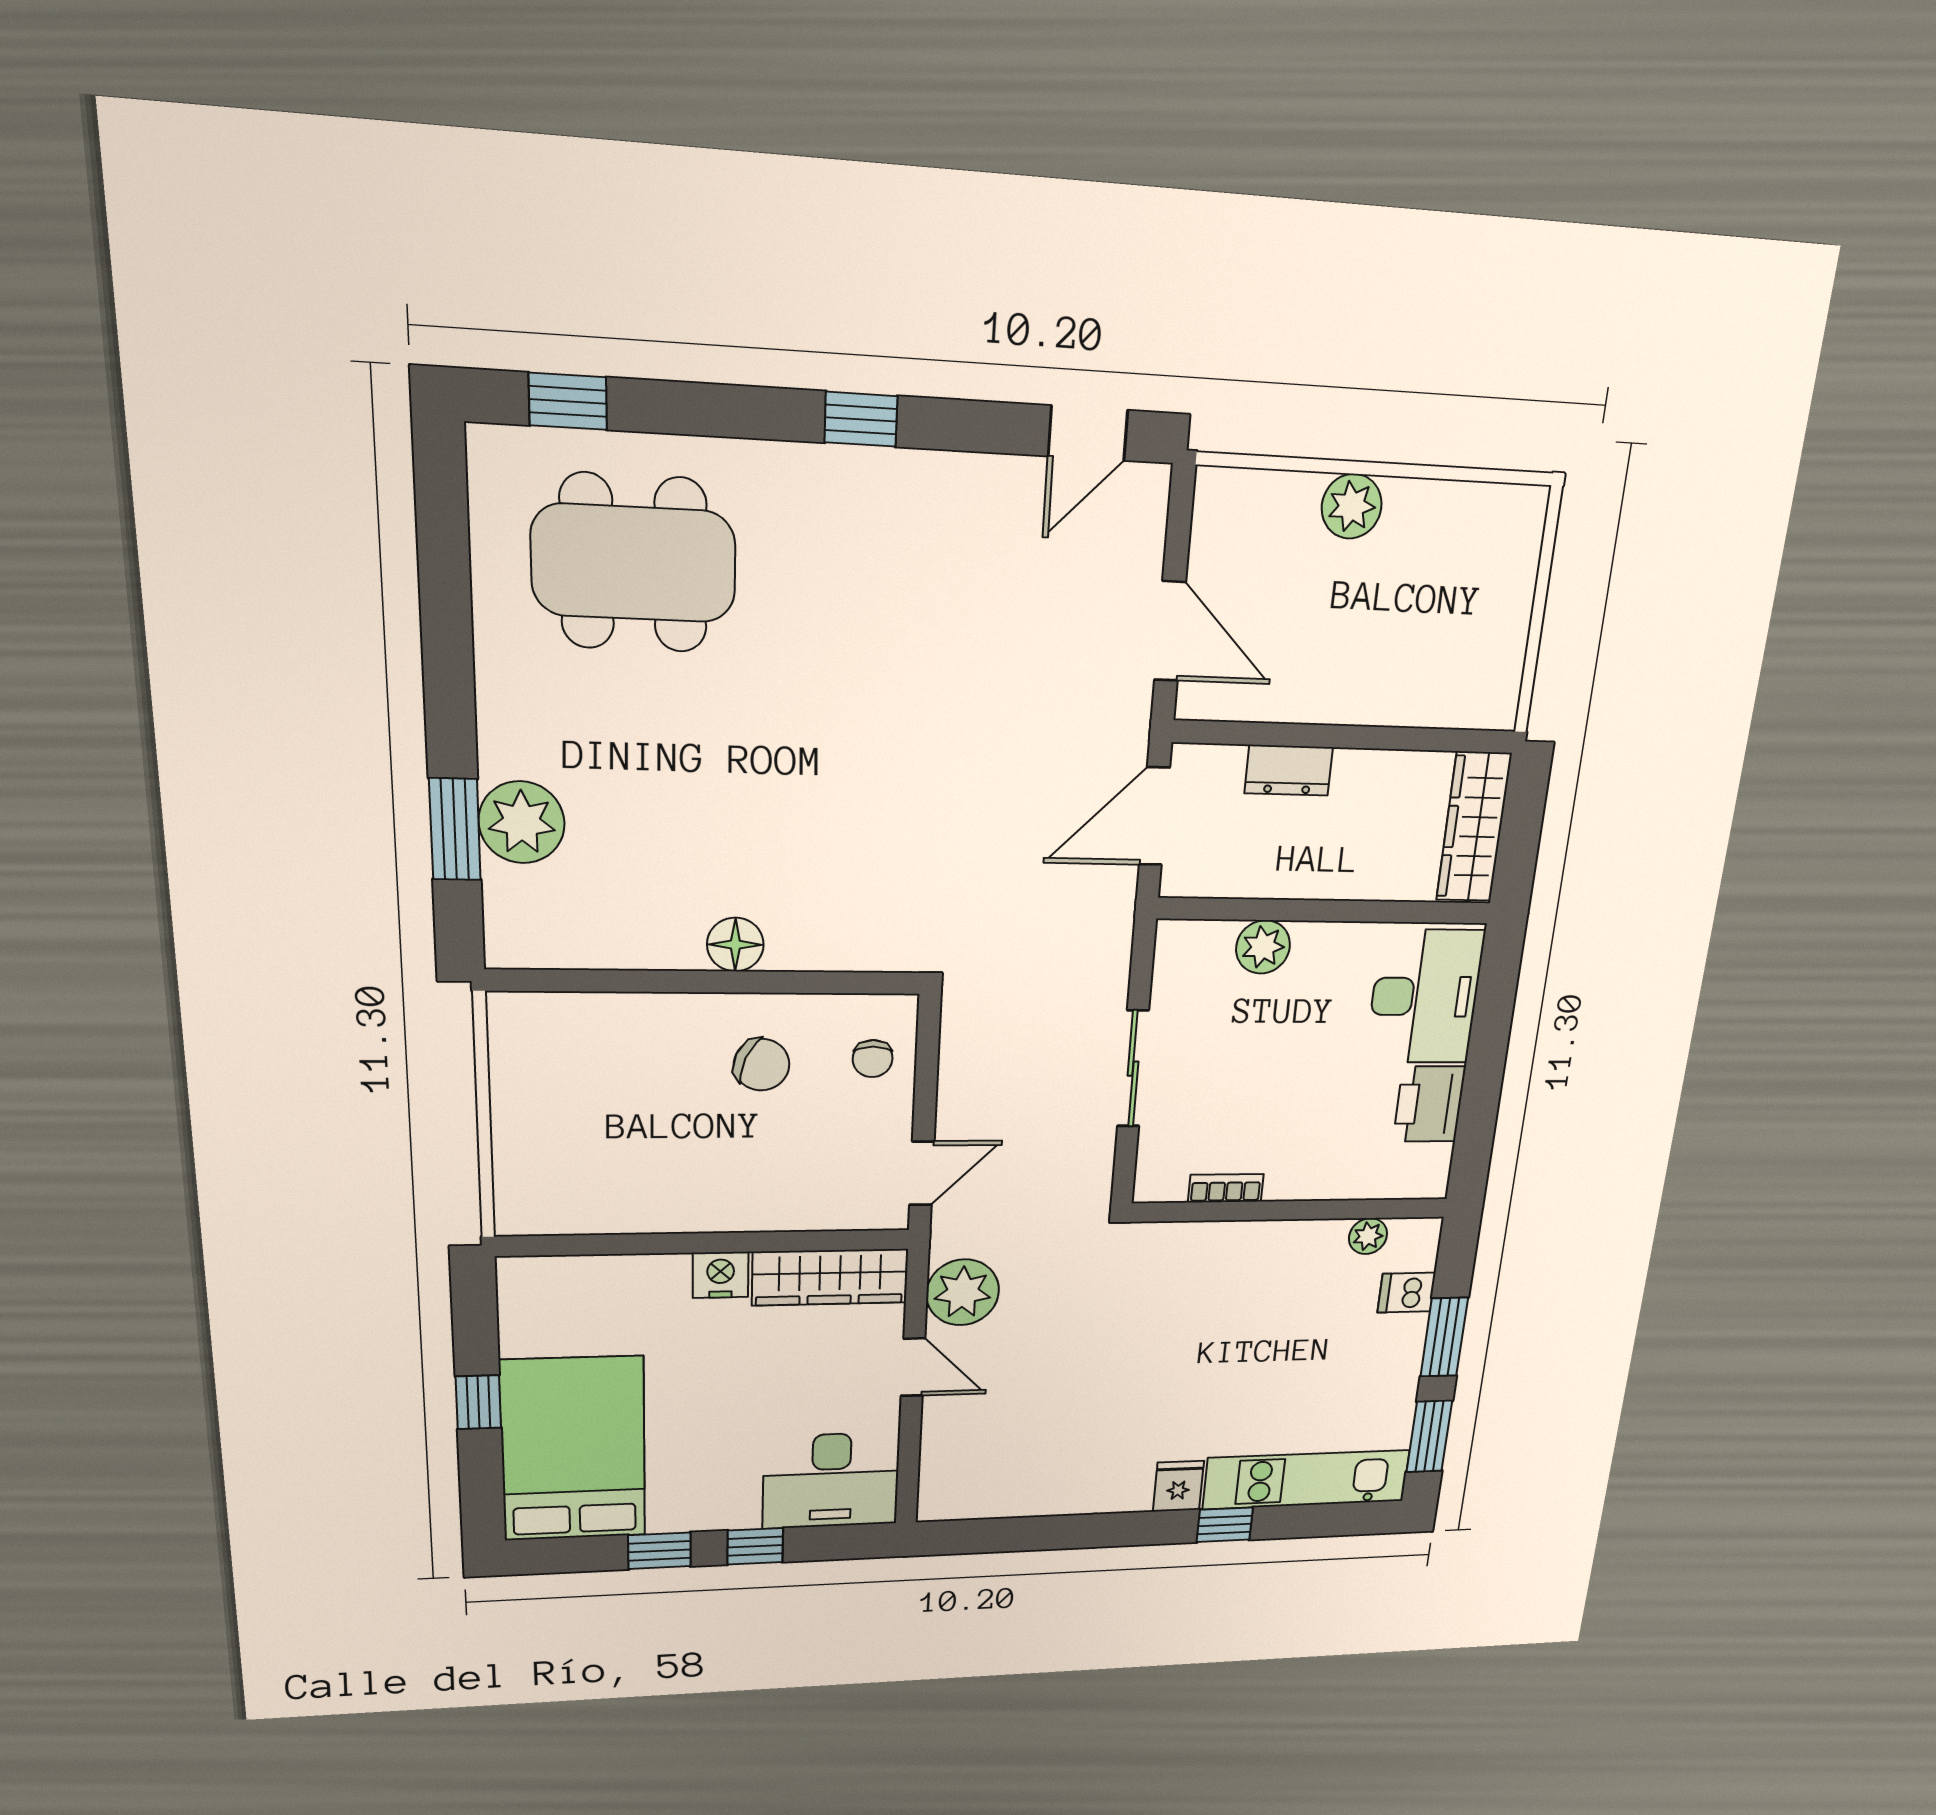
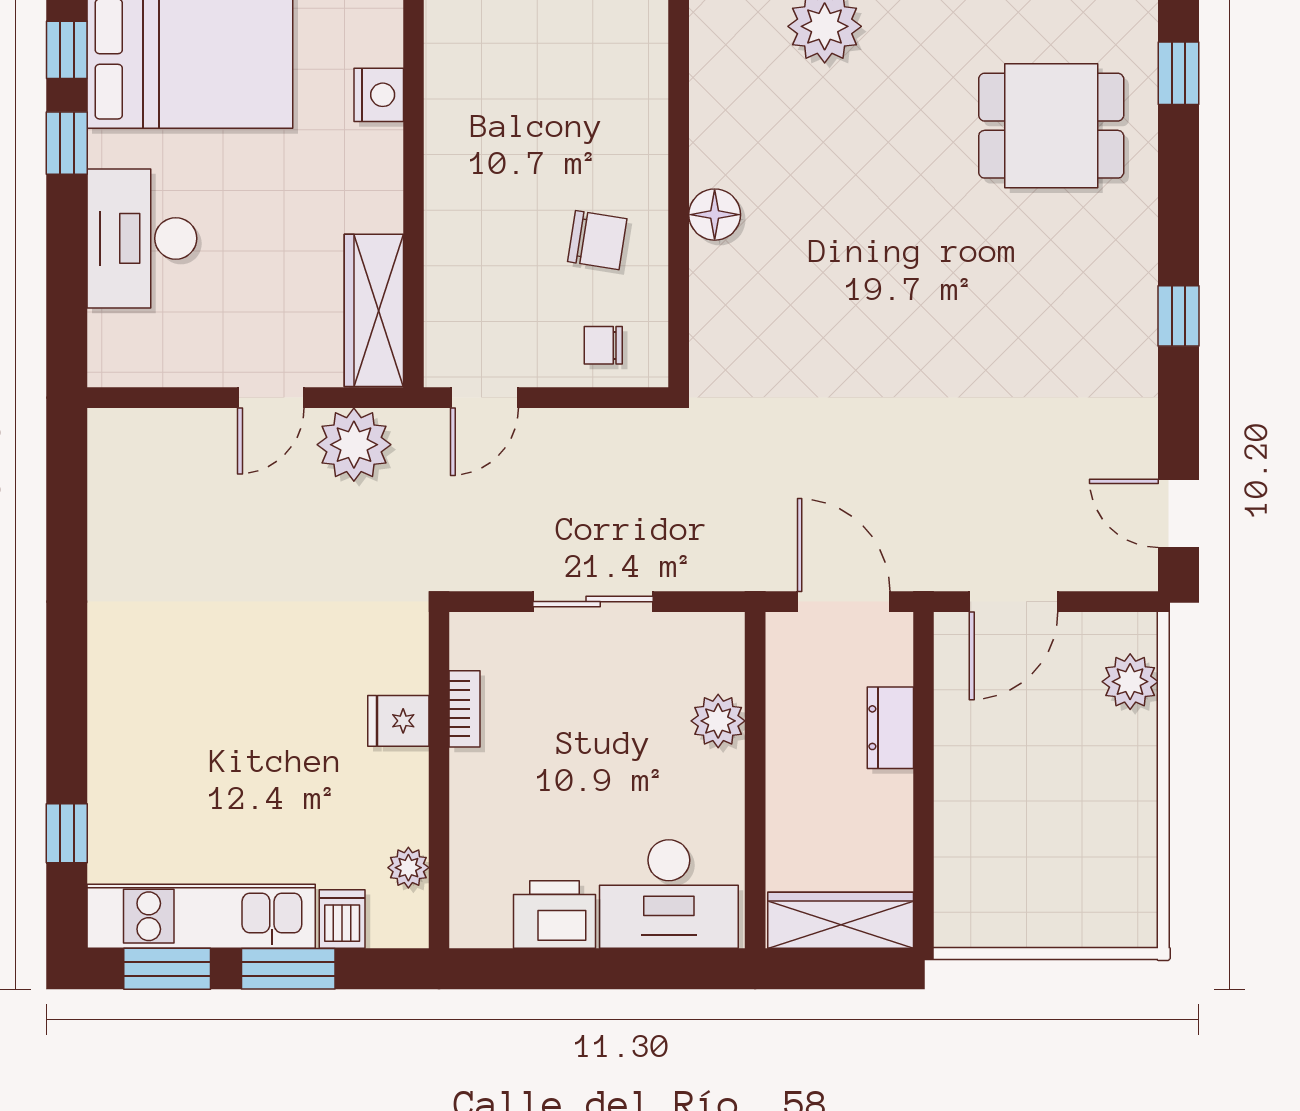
plant: (1352, 506) -> (1130, 682), moved
dining table: (634, 563) -> (1051, 126), width x0.73
chair: (762, 1065) -> (597, 240), turned -105
door: (922, 1173) -> (484, 398), hinge flipped
nightstand: (721, 1275) -> (379, 95), moved
desk: (831, 1480) -> (142, 238), moved
kitchen unit: (1307, 1480) -> (201, 916), moved, turned -90
fridge: (1178, 1486) -> (398, 721), moved, turned 180
window: (1225, 1525) -> (67, 833), moved
window: (755, 1546) -> (67, 50), moved

